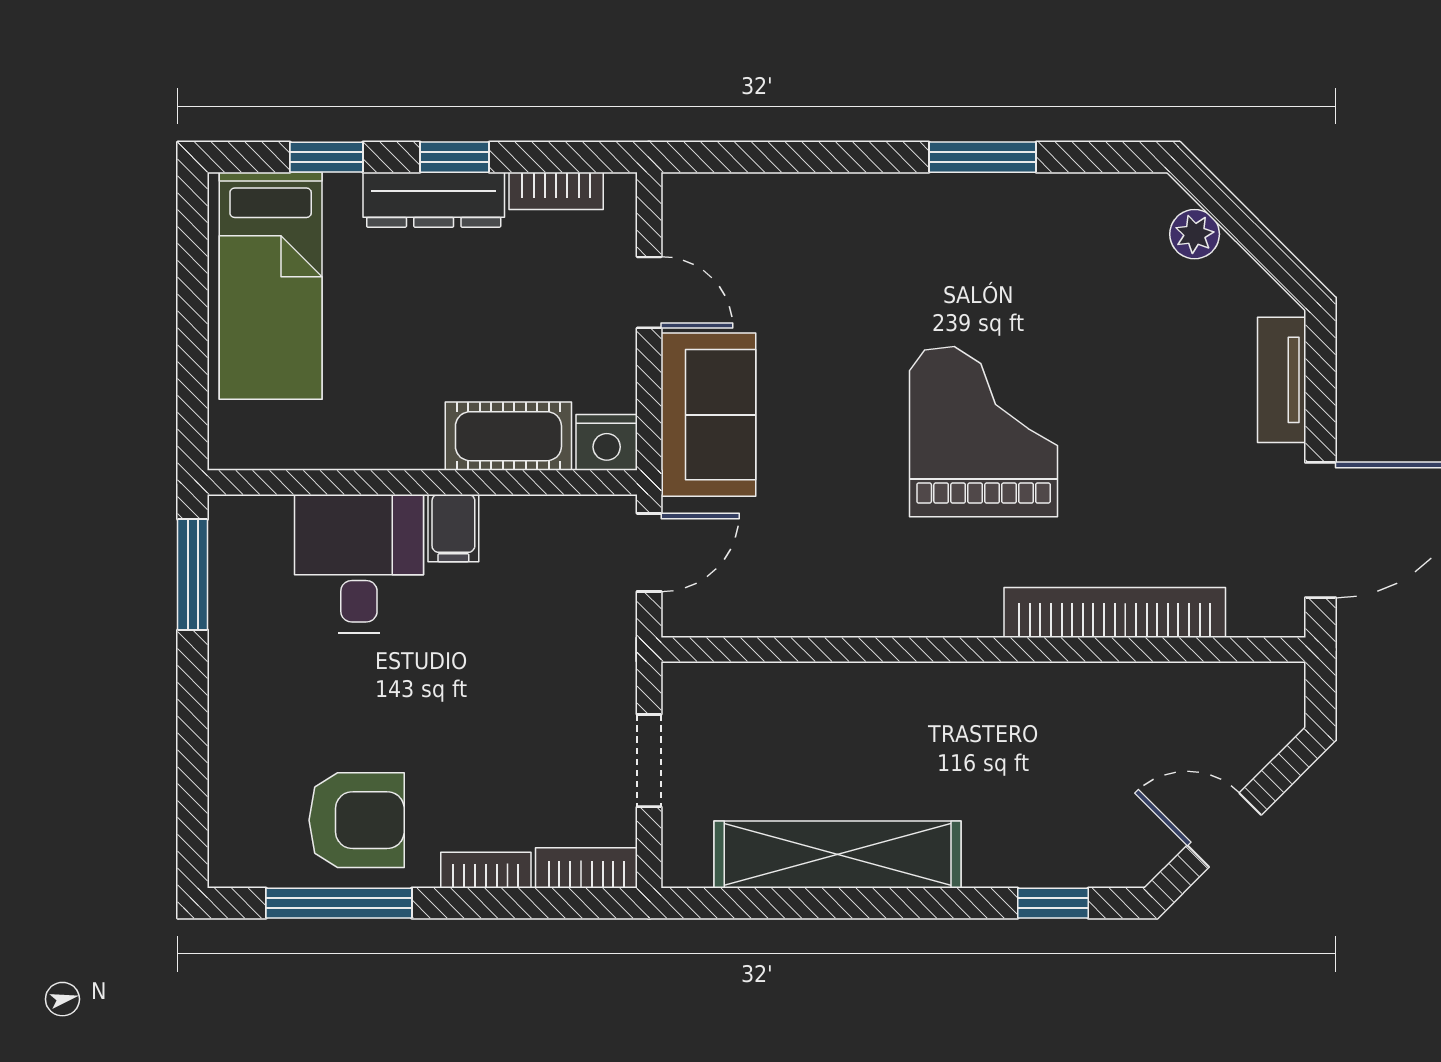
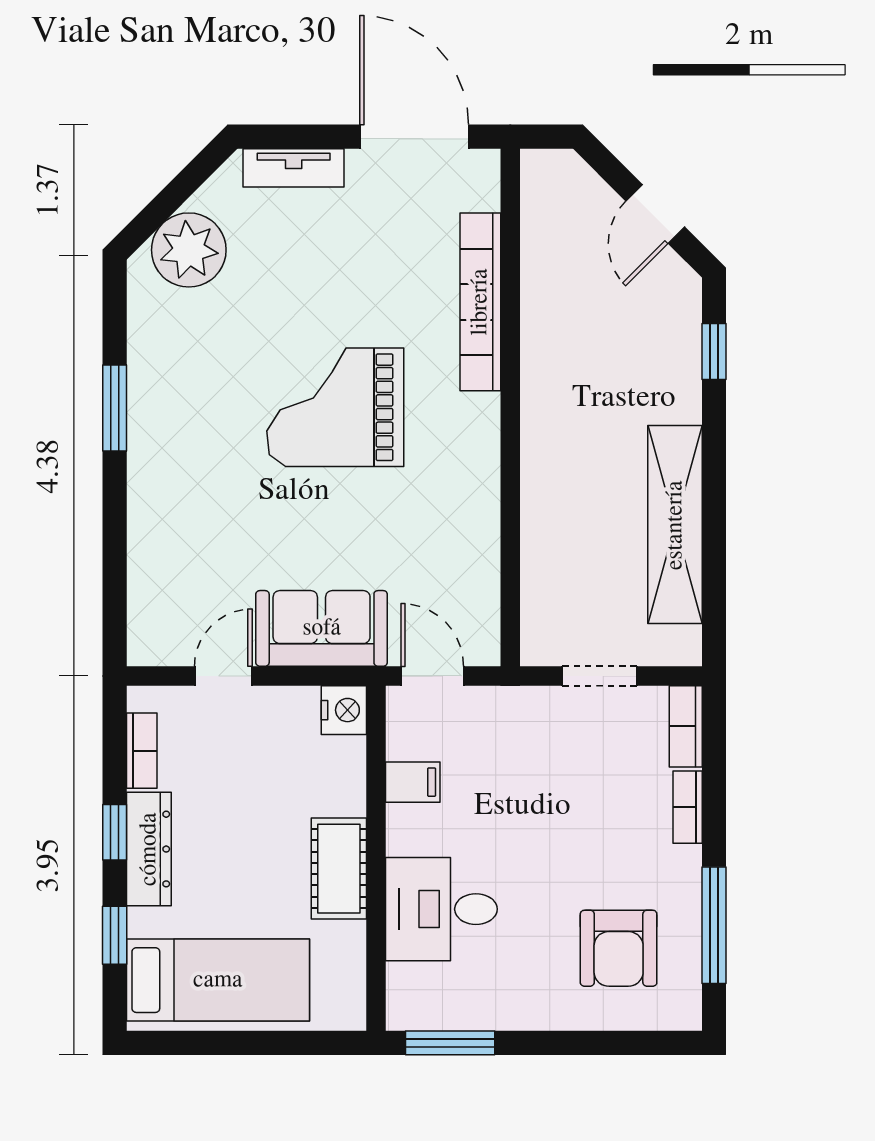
plant: (1195, 234) -> (189, 250), width x1.87, depth x1.87
cot: (508, 436) -> (339, 869), moved
filing cabinet: (453, 528) -> (413, 782), moved
armchair: (357, 820) -> (619, 948), moved, turned 180

